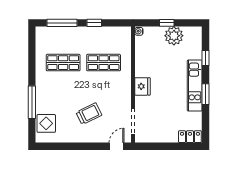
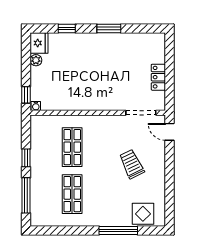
window: (167, 23) -> (26, 95), moved
plant: (174, 36) -> (36, 60), width x0.53, depth x0.53
fridge: (142, 86) -> (39, 43), moved, turned 90
kitchen unit: (195, 86) -> (99, 41), removed
locker: (190, 137) -> (158, 77), moved

